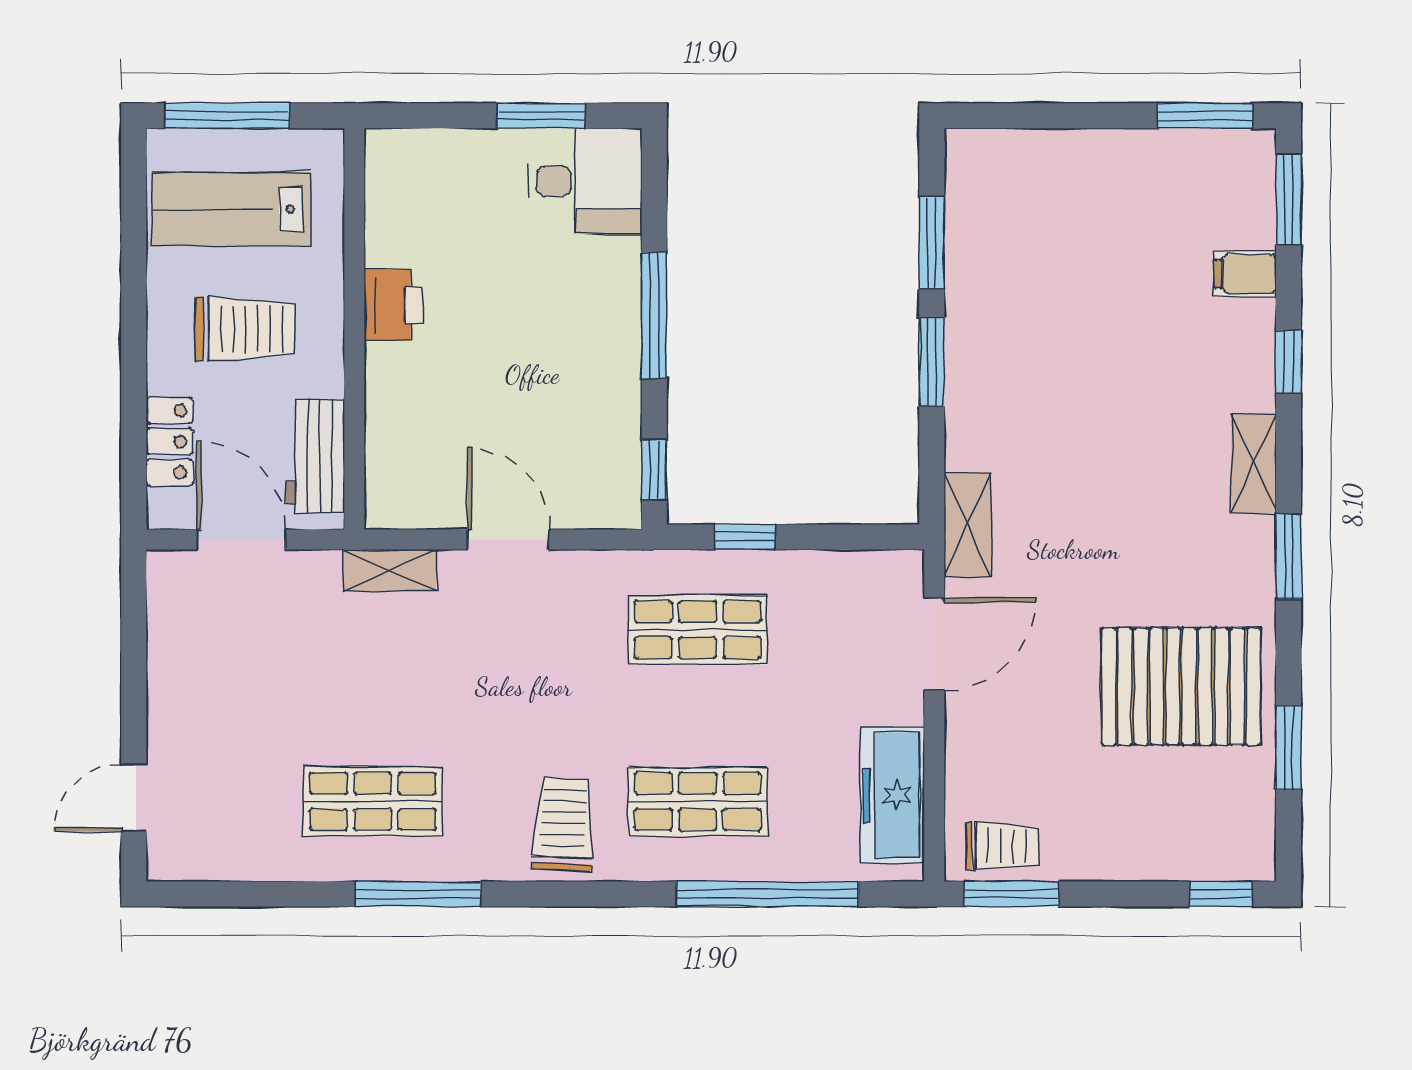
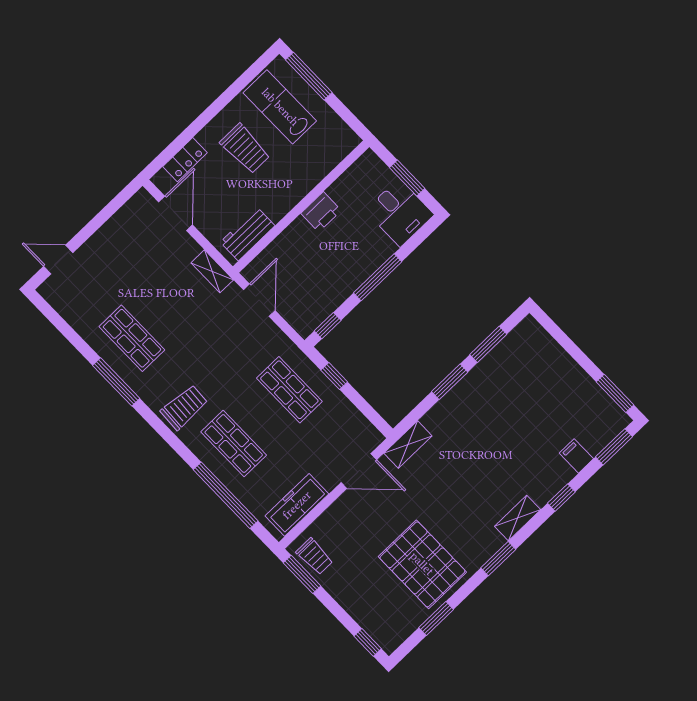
printer: (393, 305) -> (321, 212), moved
wall: (354, 329) -> (301, 207), moved
workbench: (315, 456) -> (248, 234), moved

